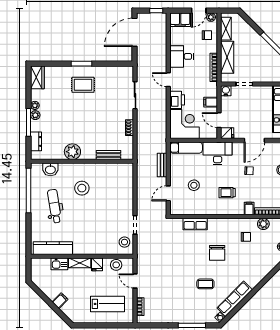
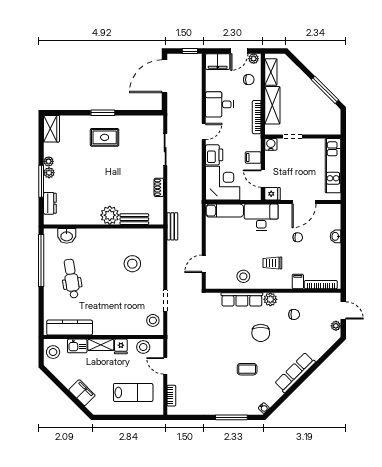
door: (168, 80) -> (204, 132), swing flipped
plant: (72, 152) -> (110, 215), moved
bench: (162, 165) -> (172, 226), moved
stool: (194, 185) -> (243, 276), moved
stool: (82, 188) -> (132, 264), moved
row of seats: (195, 224) -> (242, 299), width x1.48
plant: (263, 224) -> (270, 299), moved
stool: (39, 269) -> (53, 352), added
row of seats: (235, 299) -> (295, 373), moved
filing cabinet: (60, 301) -> (82, 393), width x2.00

